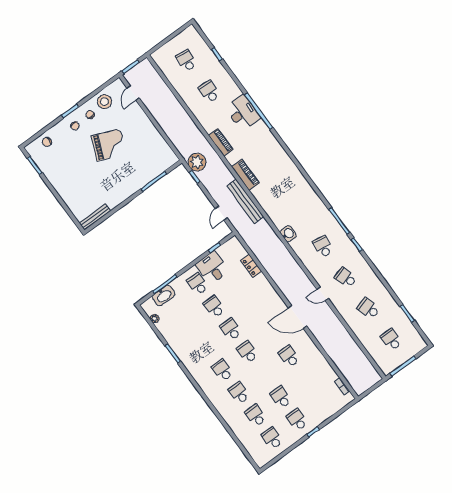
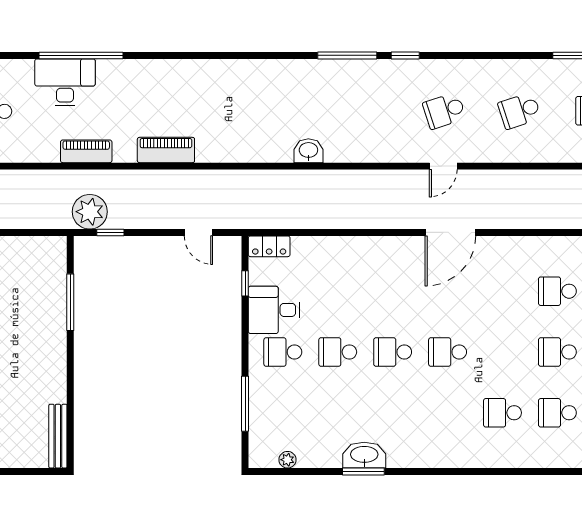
bench: (245, 201) -> (208, 181), removed
school desk: (323, 247) -> (369, 111), removed
locker: (251, 266) -> (269, 246), moved
washbasin: (164, 295) -> (364, 455), moved, turned -90
school desk: (289, 356) -> (557, 291), moved
school desk: (222, 370) -> (448, 413), removed

